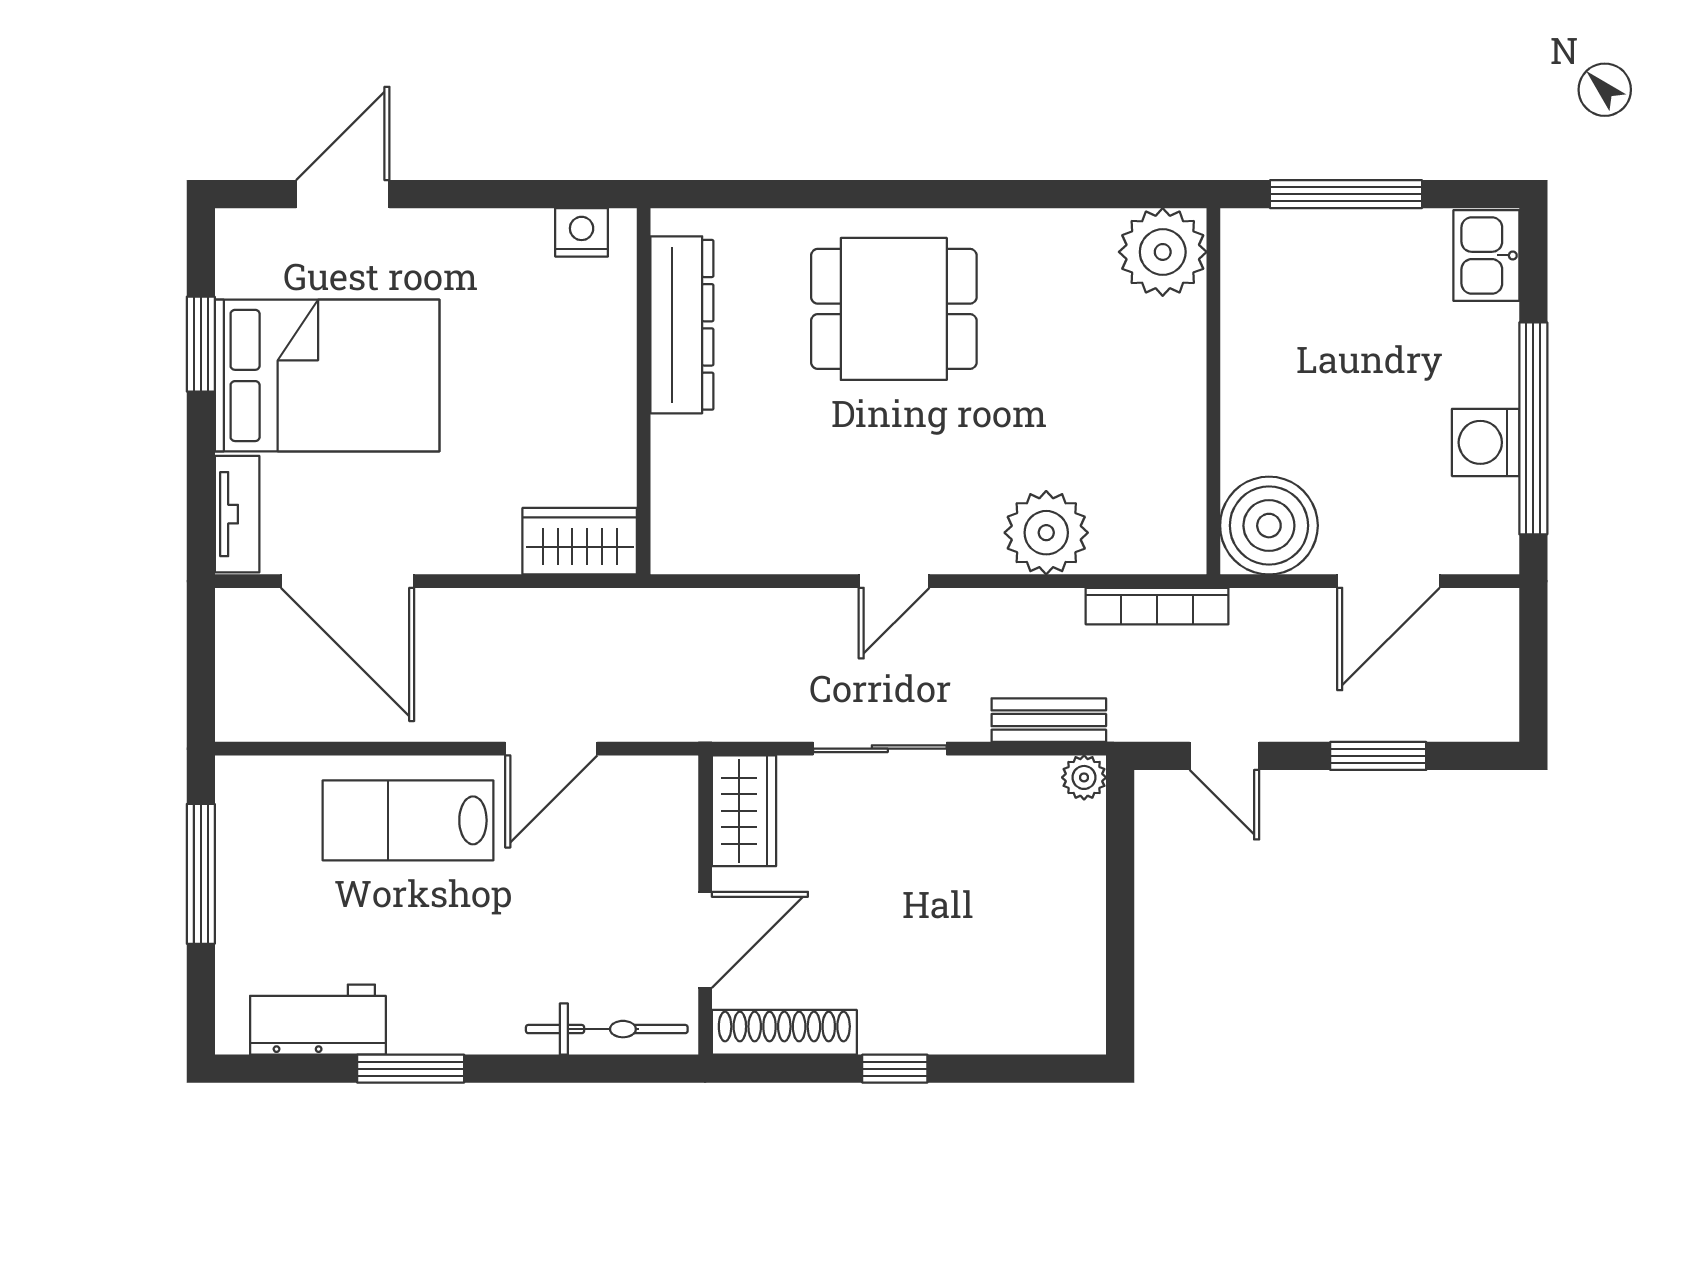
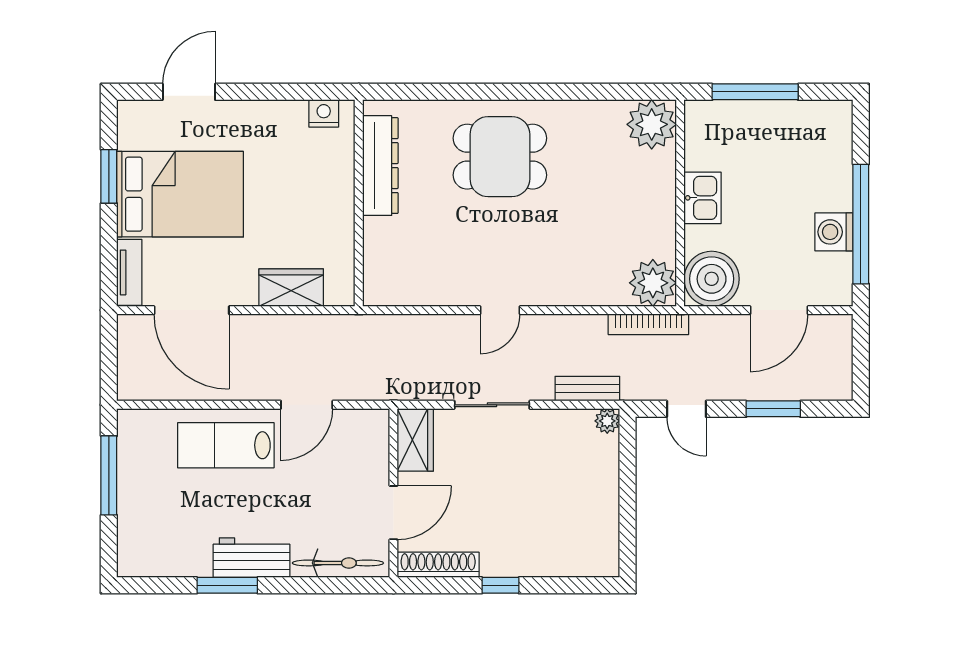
kitchen sink: (1486, 255) -> (703, 198), moved, turned 180
plant: (1046, 533) -> (653, 283), moved
wardrobe: (580, 541) -> (291, 288), moved
workbench: (318, 1020) -> (251, 558), moved

